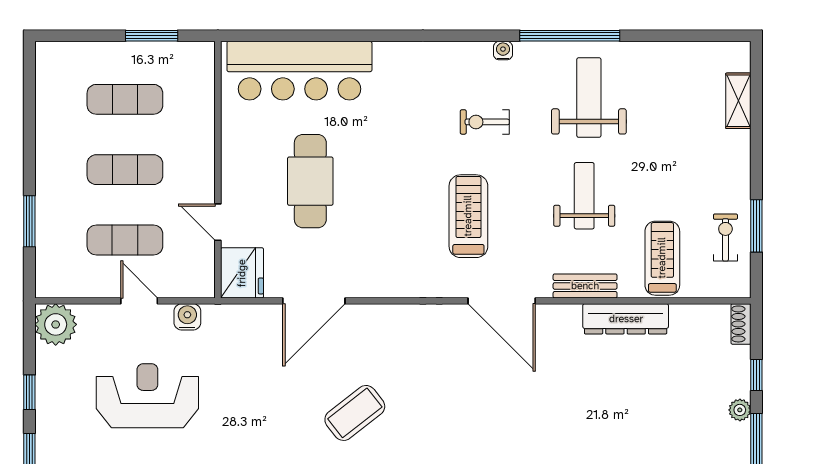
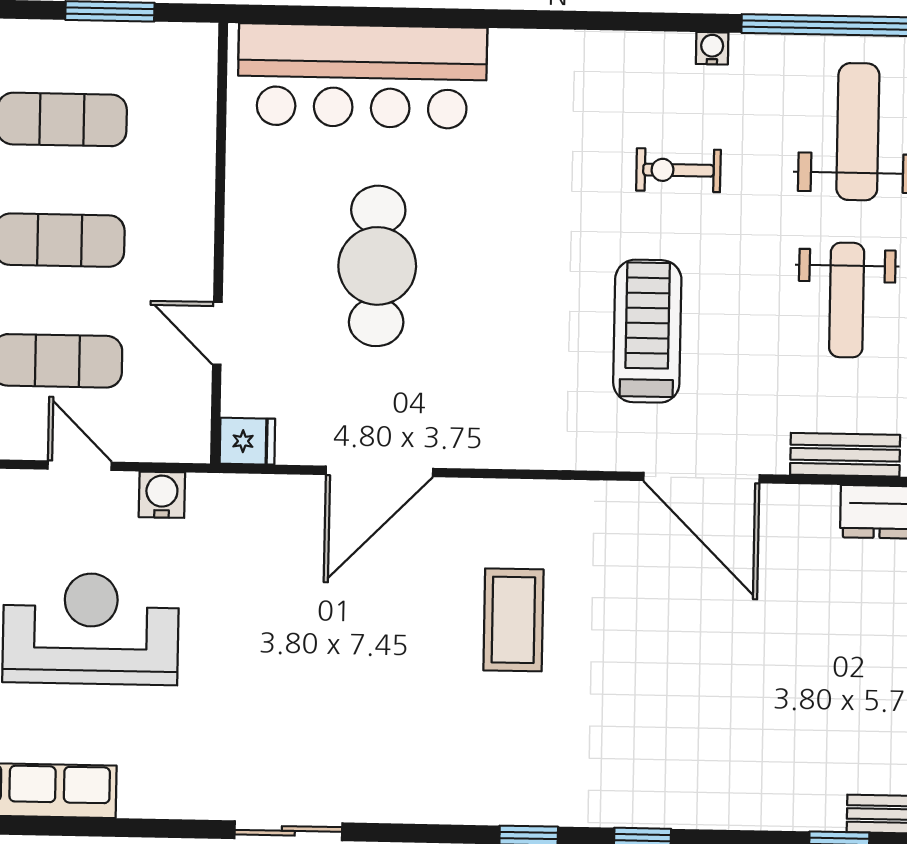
weight bench: (584, 196) -> (847, 300), turned 180
fridge: (242, 273) -> (247, 441), width x0.53, depth x0.75
coffee table: (355, 413) -> (513, 620), moved, turned -52

